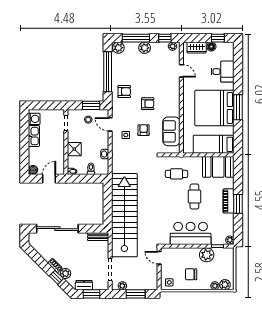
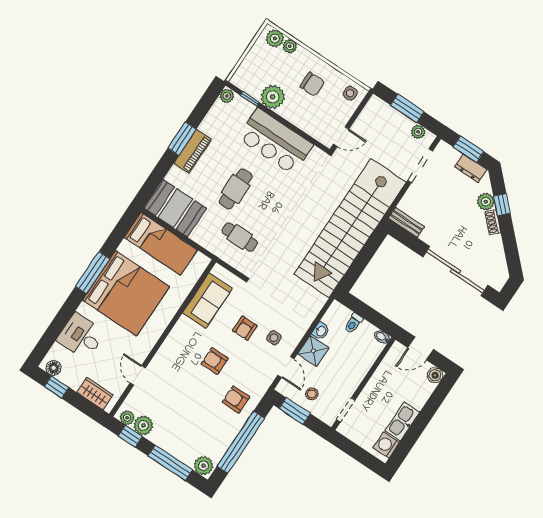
floor lamp: (211, 47) -> (54, 368), moved
plant: (145, 48) -> (143, 425), moved
shower: (74, 149) -> (313, 351), moved
door: (159, 258) -> (341, 137), hinge flipped

